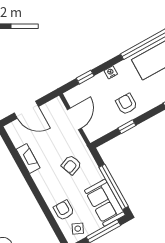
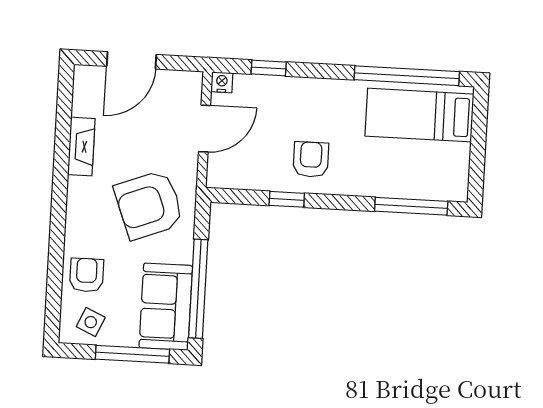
nightstand: (111, 72) -> (222, 82), moved
door: (26, 110) -> (131, 60), hinge flipped
armchair: (71, 165) -> (149, 205), width x1.88, depth x1.88

